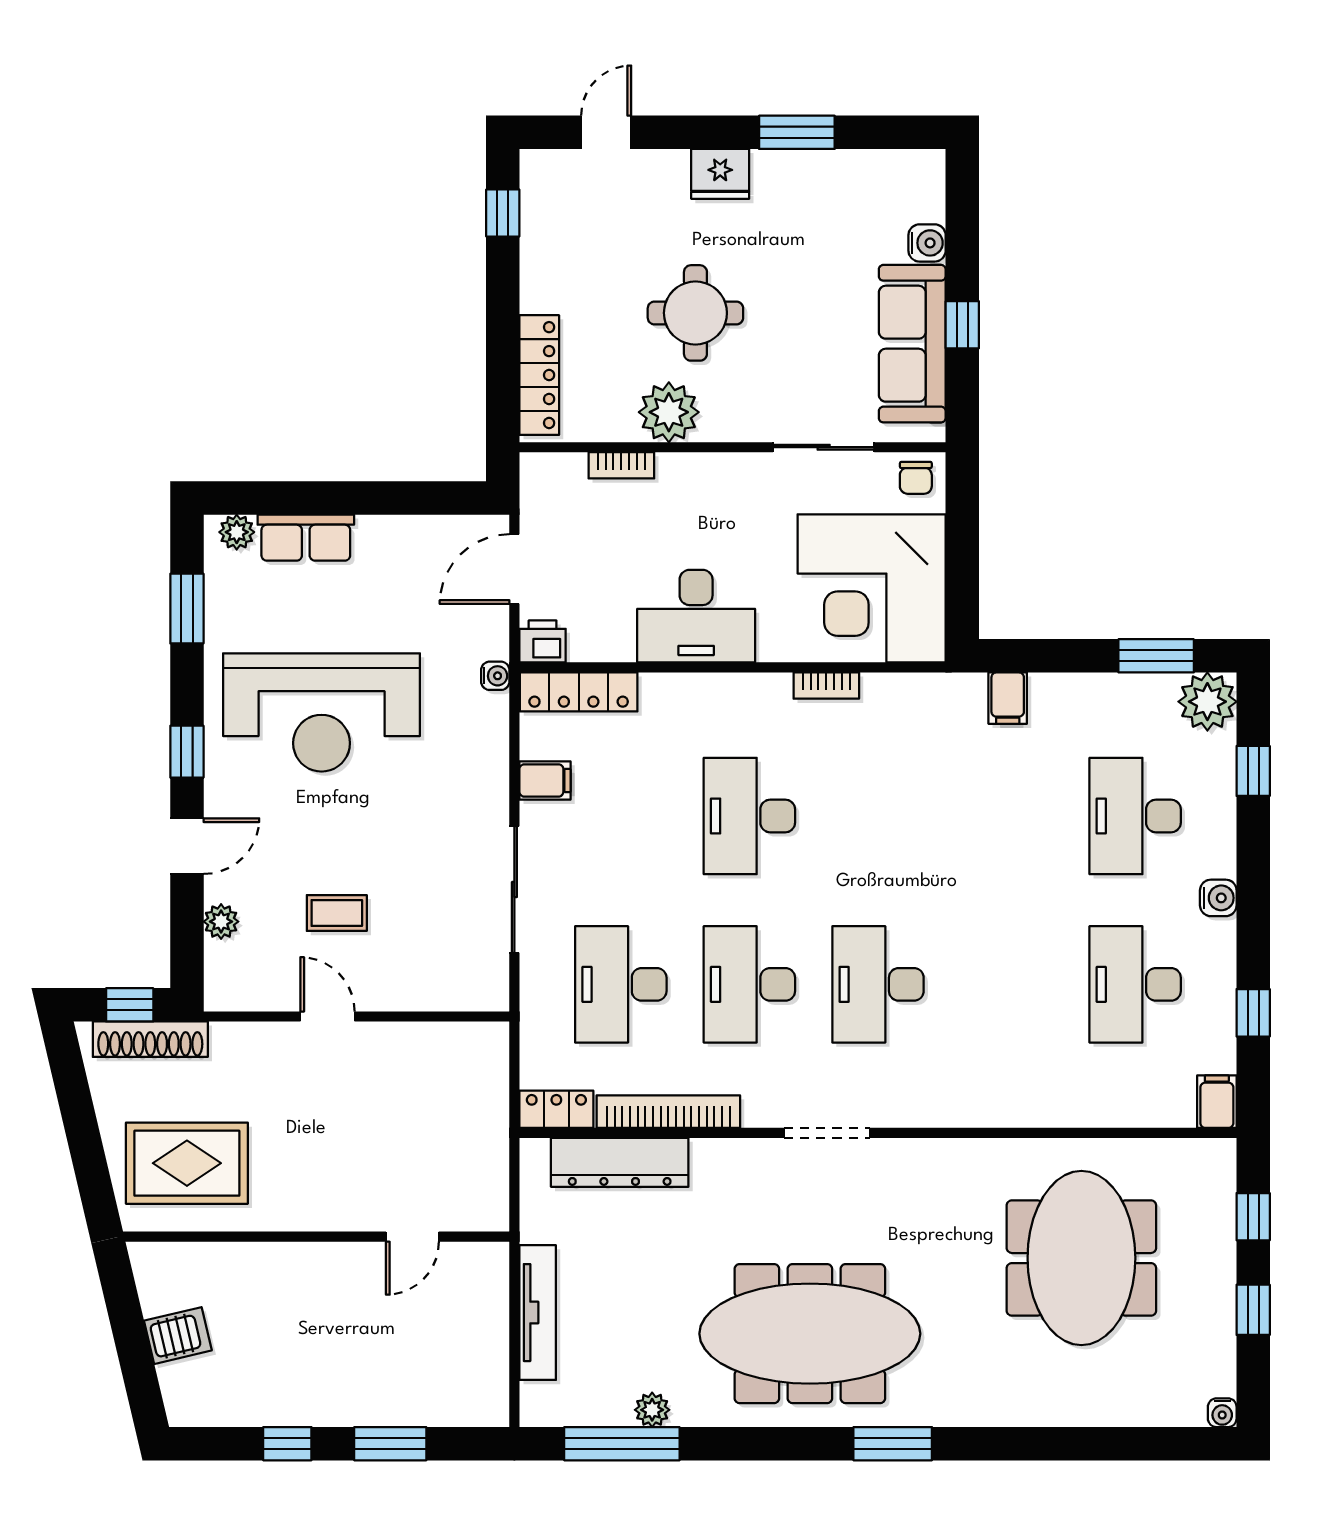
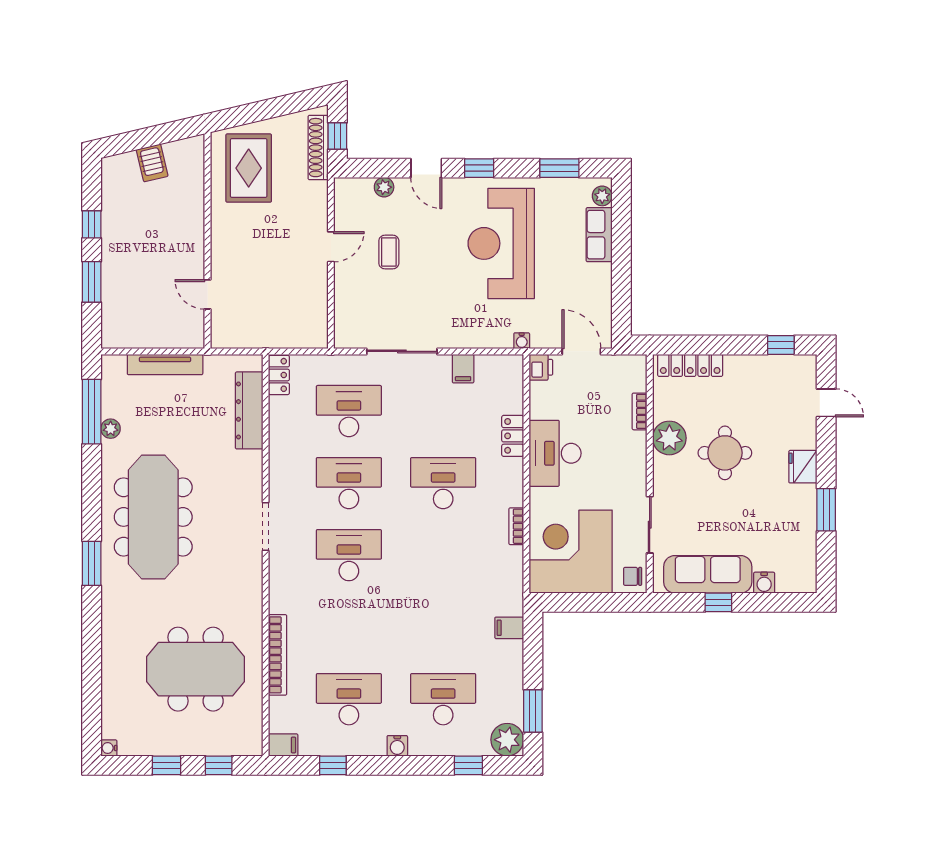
locker: (579, 692) -> (513, 436), moved, width x0.66
bookcase: (668, 1112) -> (278, 655), moved

